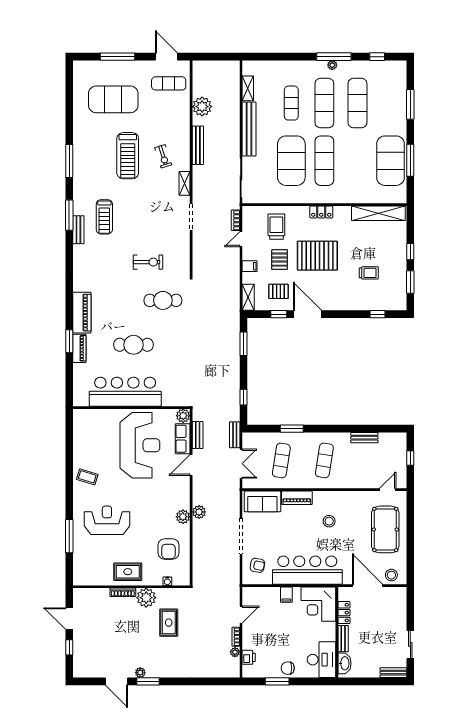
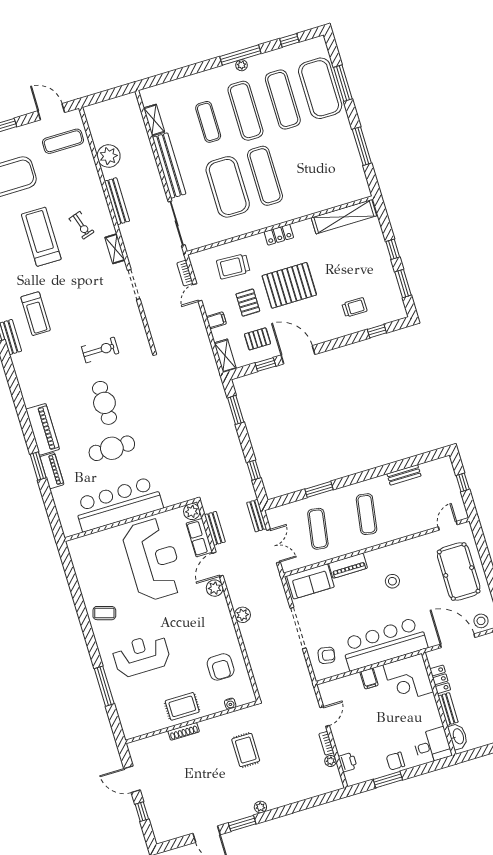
treadmill: (128, 156) -> (41, 237), turned 180
exercise mat: (391, 161) -> (320, 88), moved
trolley: (276, 227) -> (233, 266), turned -87
trolley: (369, 273) -> (355, 307), moved
cafe table: (163, 300) -> (104, 403), moved, turned 90
plant: (183, 517) -> (215, 588), moved
plant: (146, 598) -> (212, 729), removed
desk: (321, 660) -> (432, 746), width x0.73
plant: (140, 673) -> (260, 807), moved

